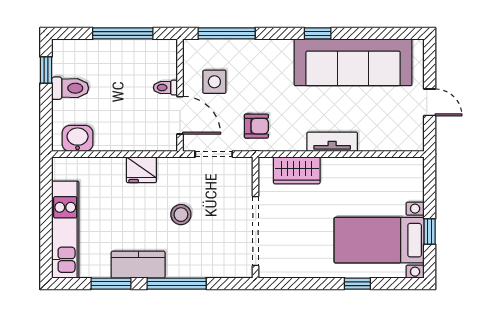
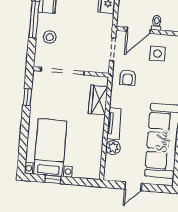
plant: (371, 140) -> (113, 148), added
stool: (181, 215) -> (50, 37), moved
window: (357, 284) -> (27, 97), moved

